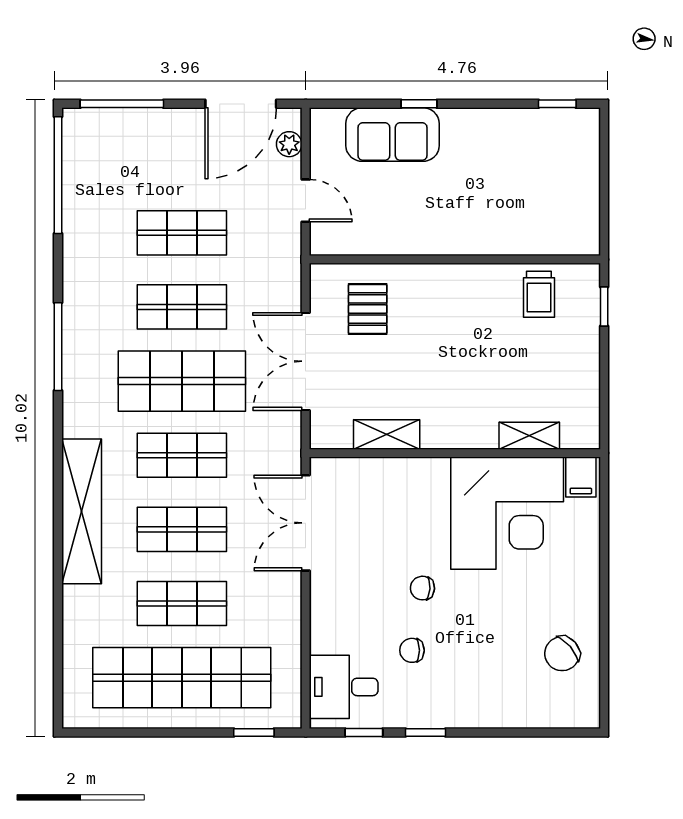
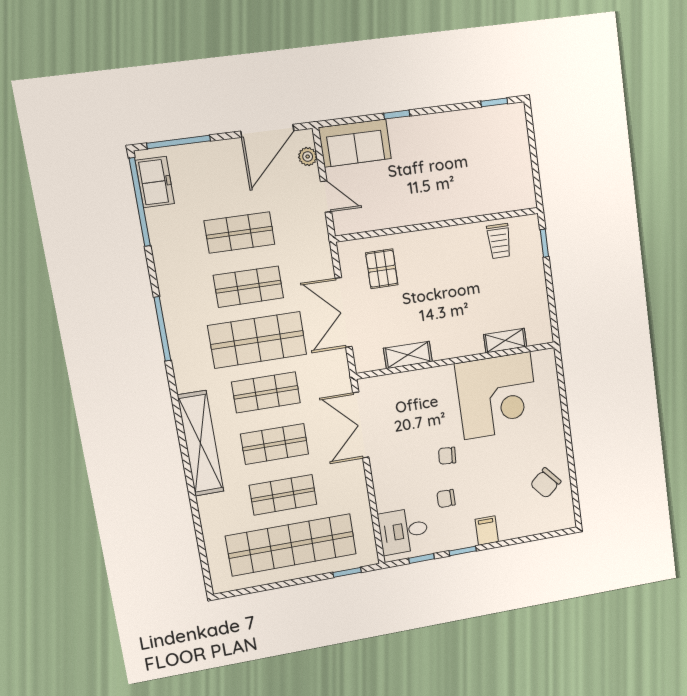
sofa: (393, 135) -> (355, 143), moved
freezer: (82, 152) -> (155, 182), added
filing cabinet: (581, 477) -> (487, 531), moved, turned 180

